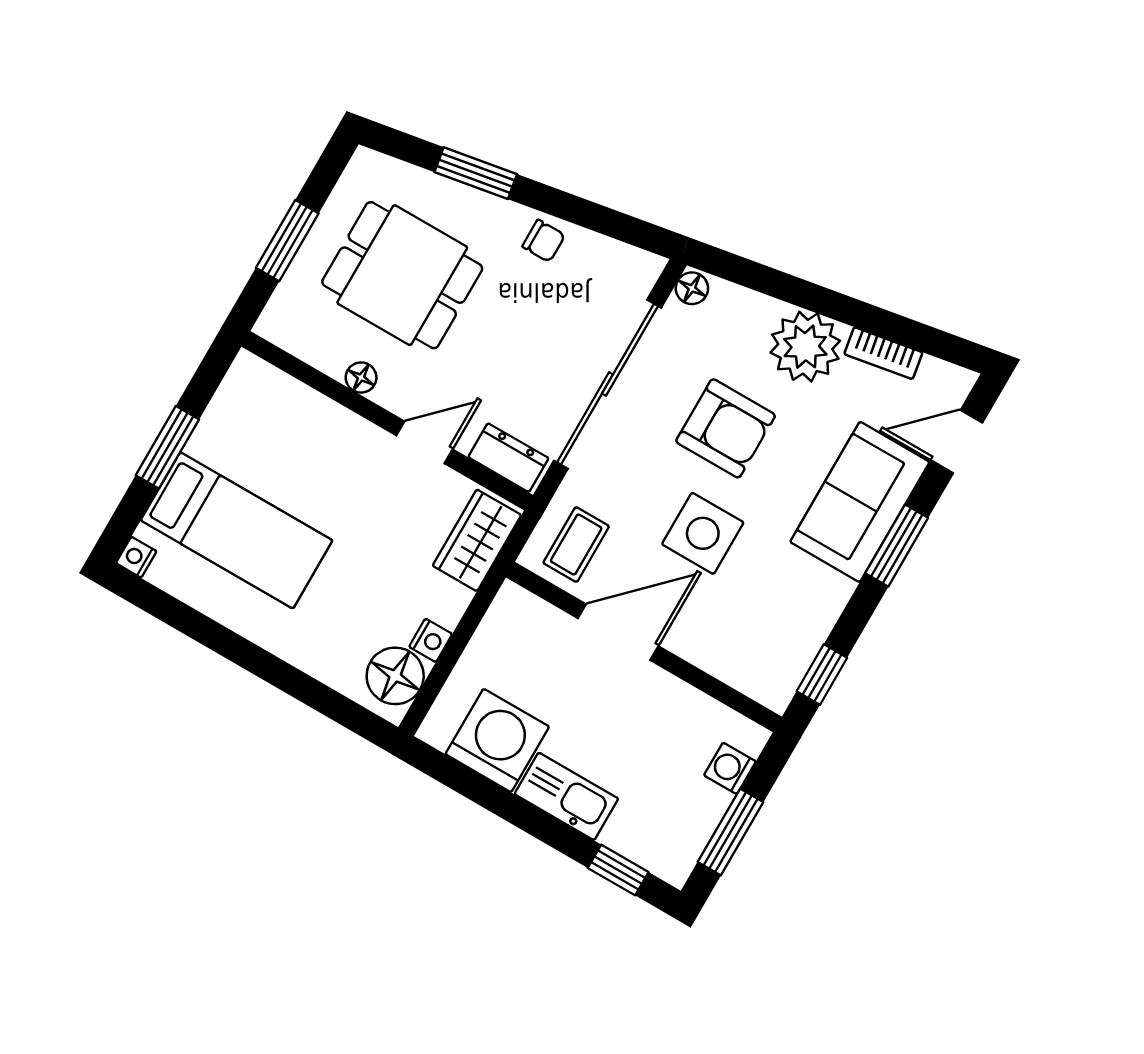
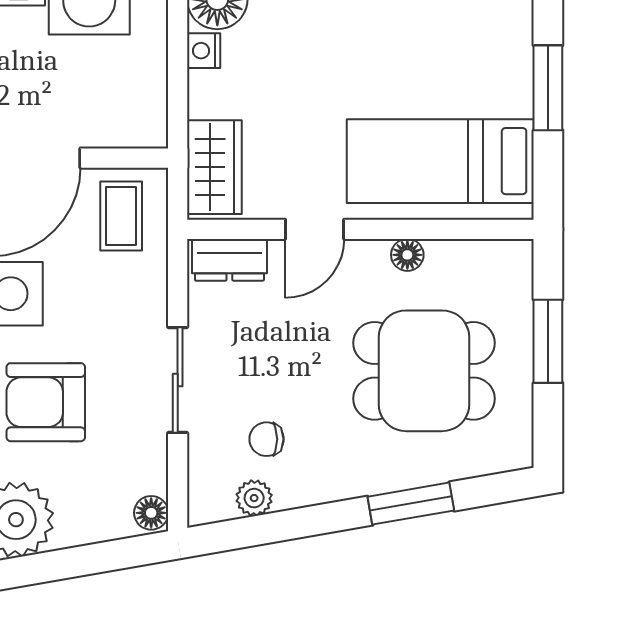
chair: (544, 241) -> (266, 439), moved
plant: (601, 252) -> (254, 498), added
sliding door: (608, 384) -> (178, 380), width x0.54
bed: (237, 530) -> (440, 161), moved

